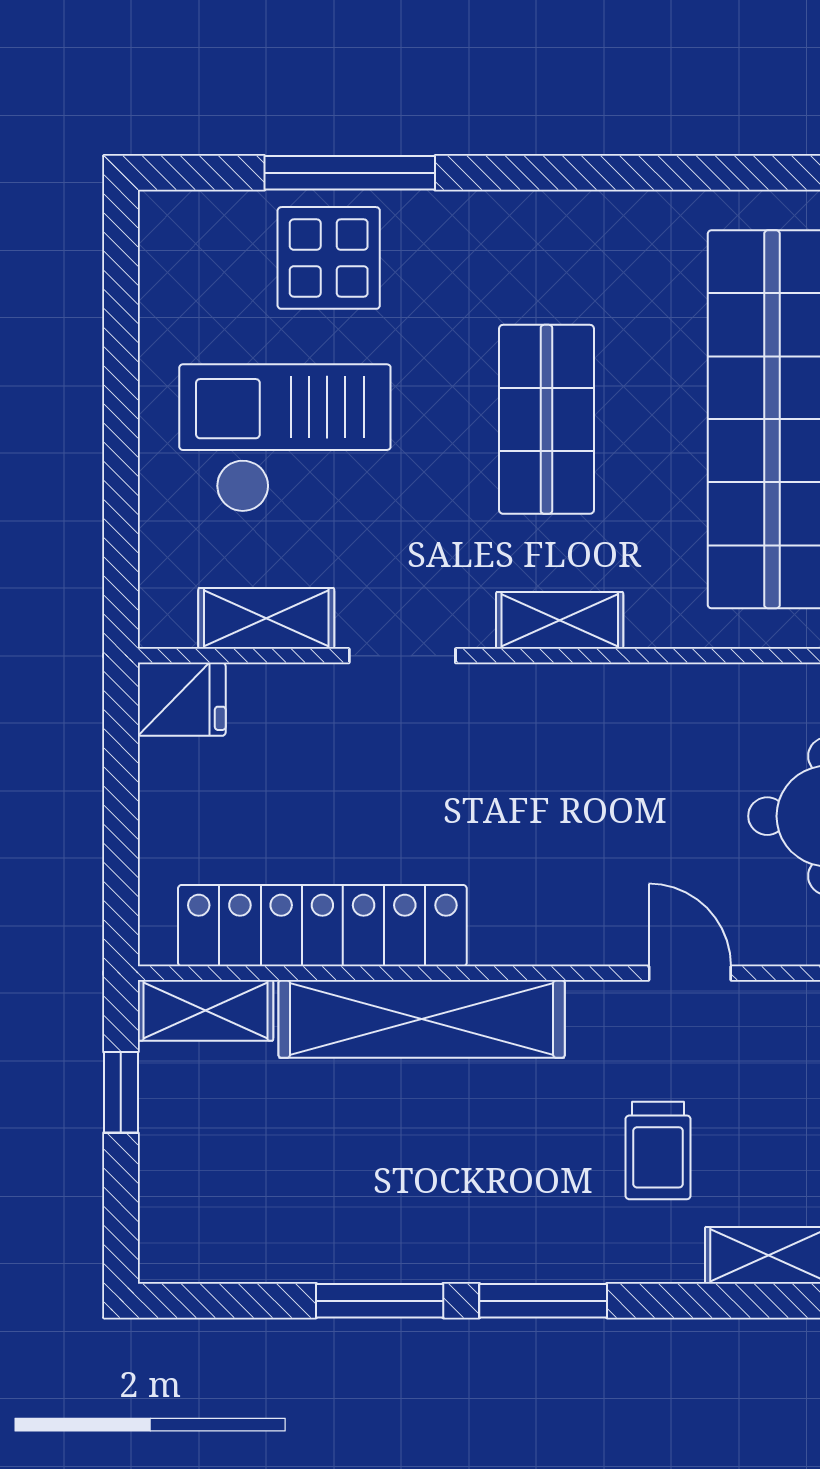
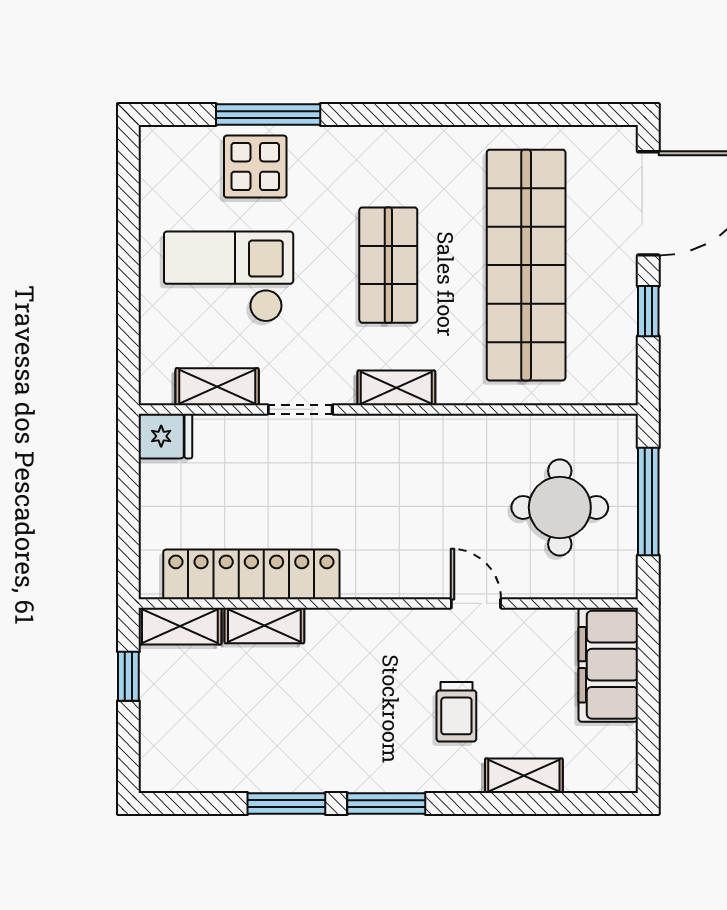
shelving: (422, 1019) -> (264, 625), width x0.45, depth x0.75

